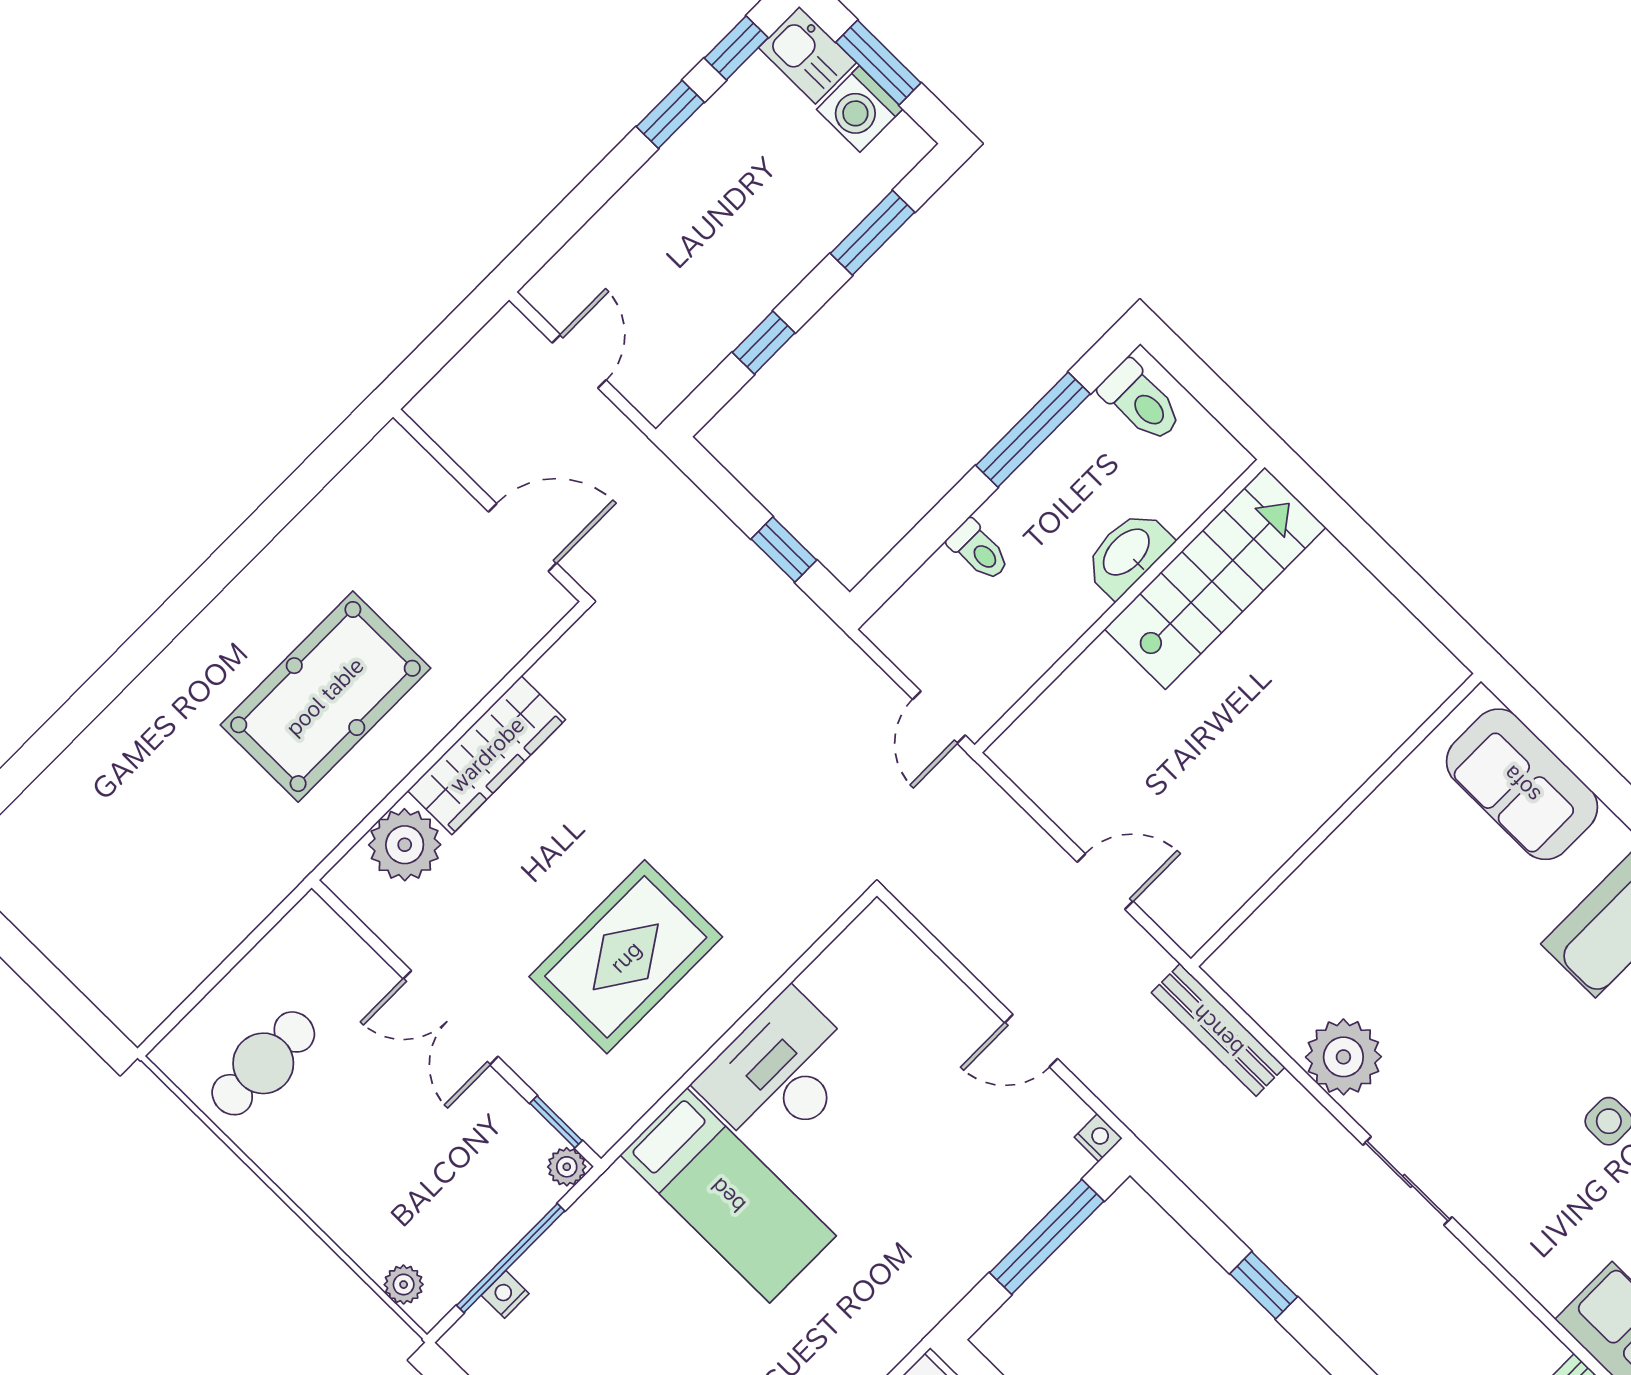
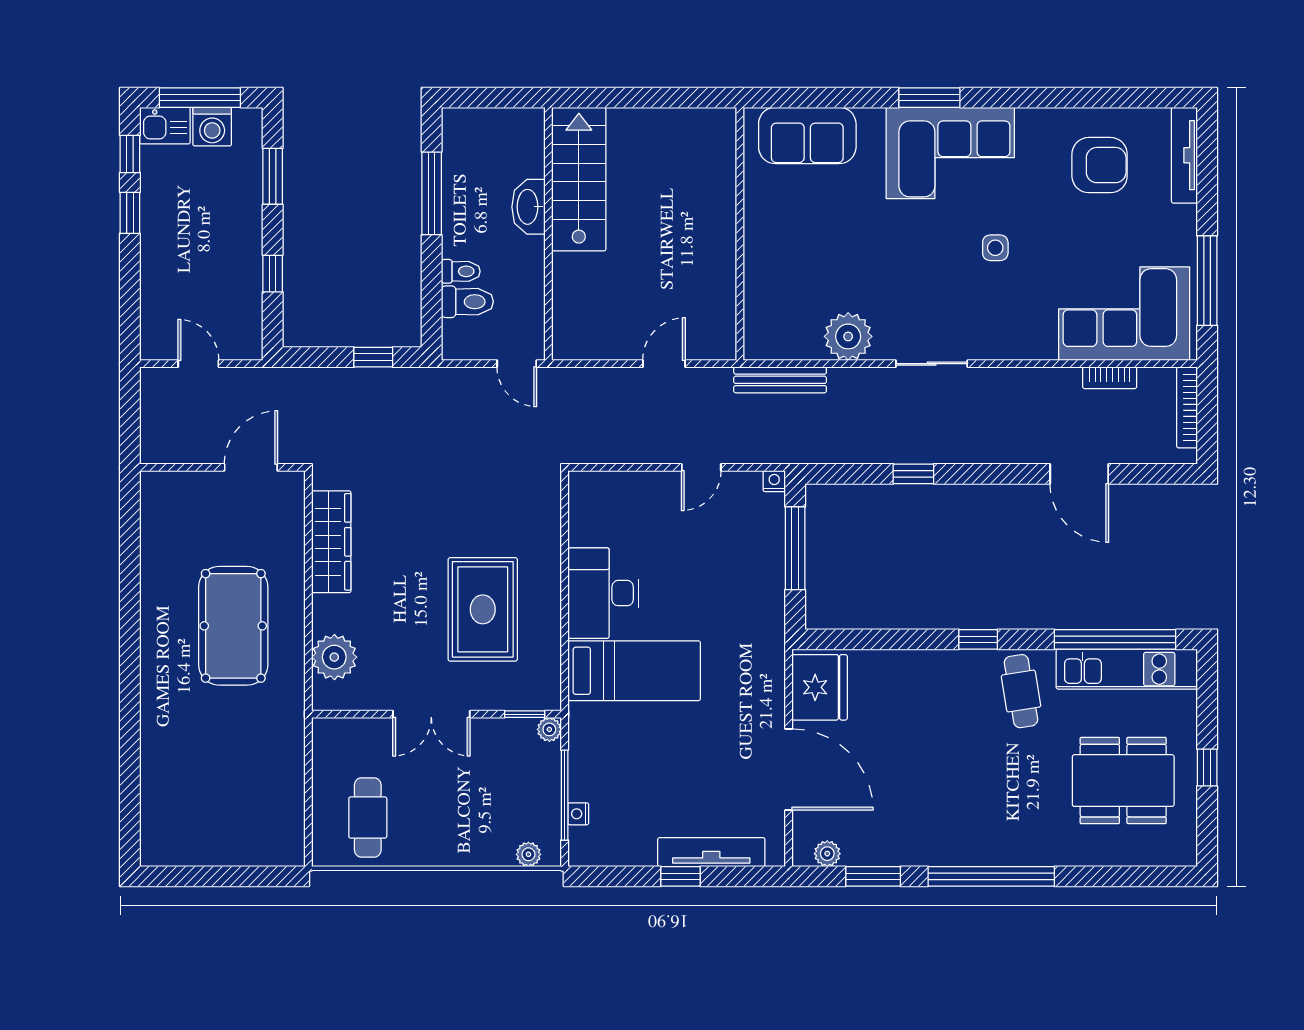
window: (878, 62) -> (200, 98), width x1.44
toilet: (1141, 402) -> (467, 302), moved
wardrobe: (487, 755) -> (331, 542), moved

